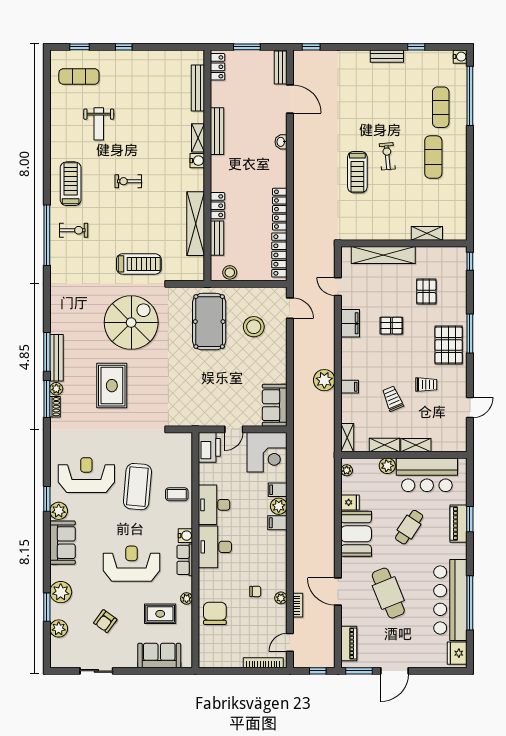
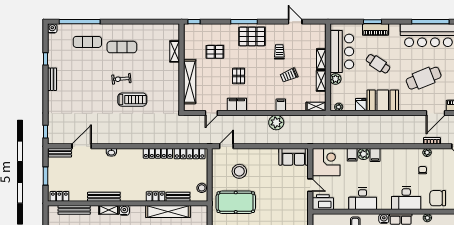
desk: (215, 547) -> (406, 198), moved
door: (338, 592) -> (436, 113), moved

